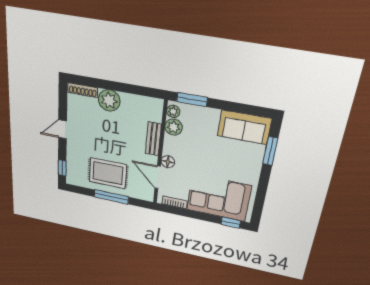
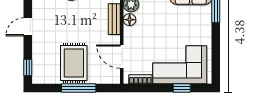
floor lamp: (168, 162) -> (130, 20), moved
rug: (108, 173) -> (74, 63), turned 90
window: (231, 223) -> (182, 88), moved

